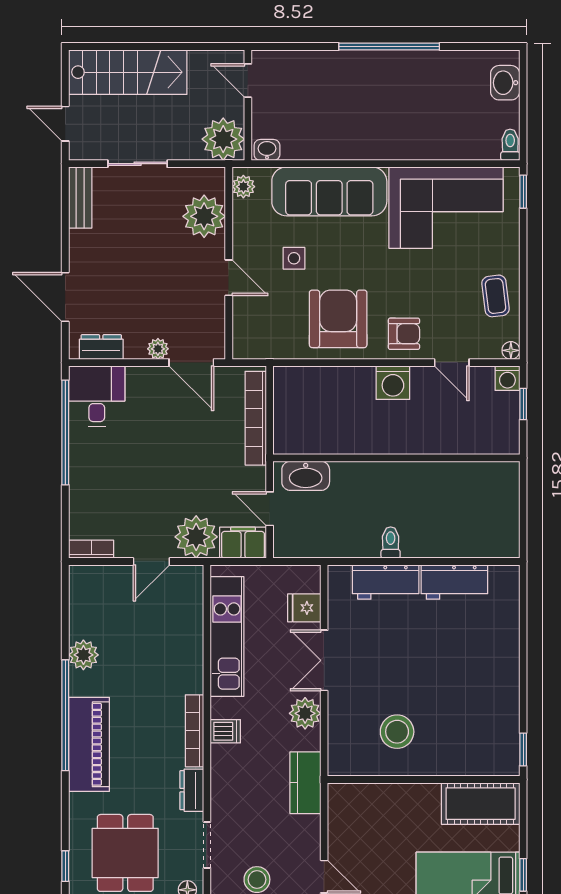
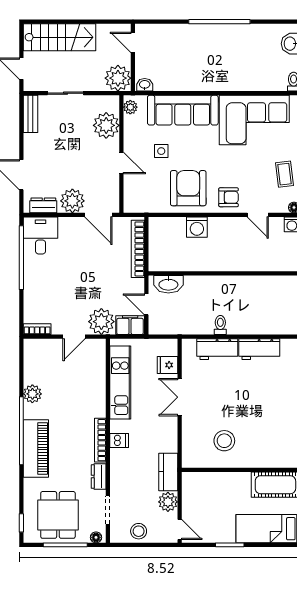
plant: (158, 349) -> (72, 201), width x1.88, depth x1.88
washing machine: (393, 383) -> (197, 227), moved
plant: (305, 713) -> (168, 502), moved

